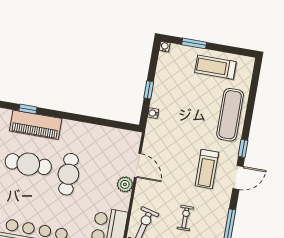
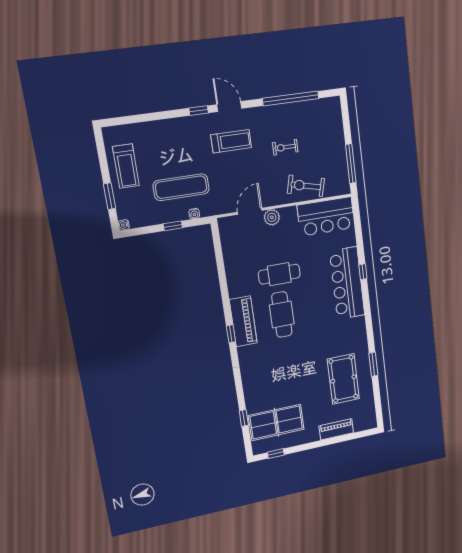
exercise mat: (230, 115) -> (181, 187), moved

